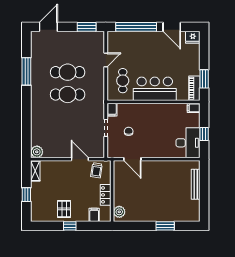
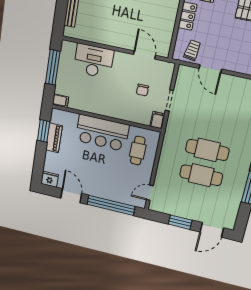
window: (87, 27) -> (180, 222), moved
door: (106, 60) -> (150, 193), moved
piano: (194, 88) -> (54, 138), moved
window: (204, 134) -> (53, 67), width x2.17
desk: (188, 143) -> (94, 61), moved, turned 90

